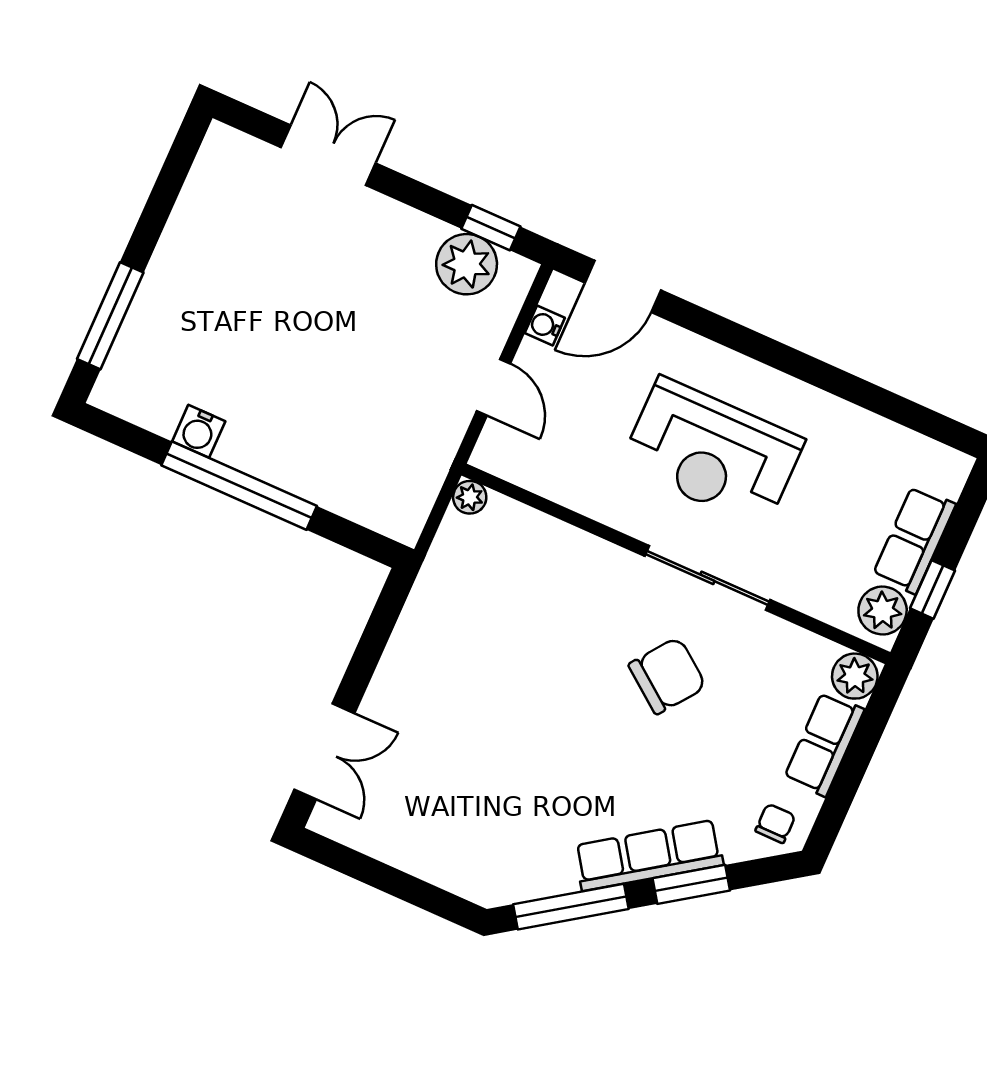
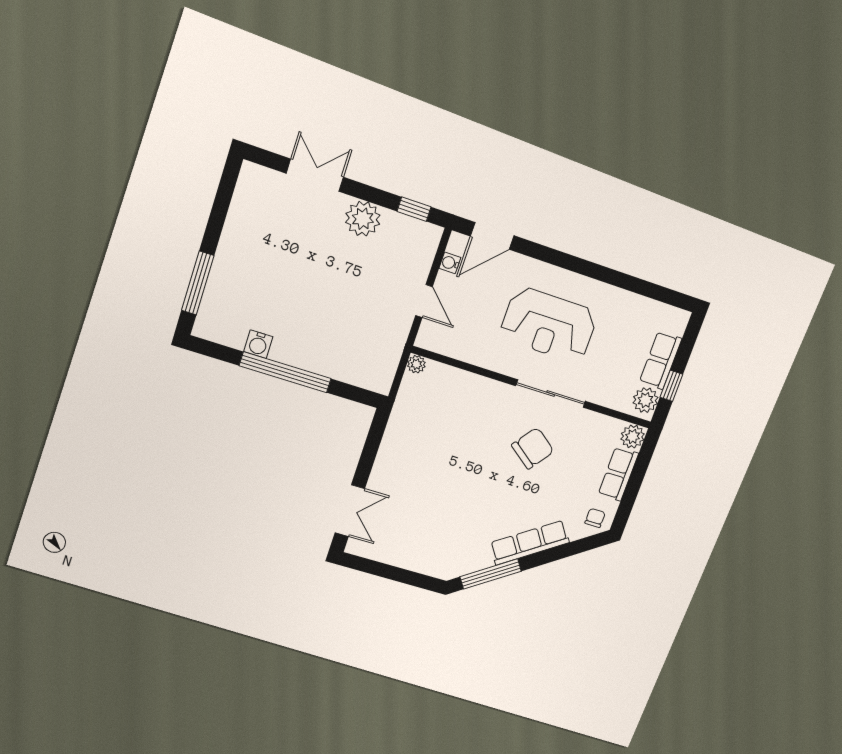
plant: (467, 264) -> (363, 219), moved
window: (691, 884) -> (553, 554), removed

